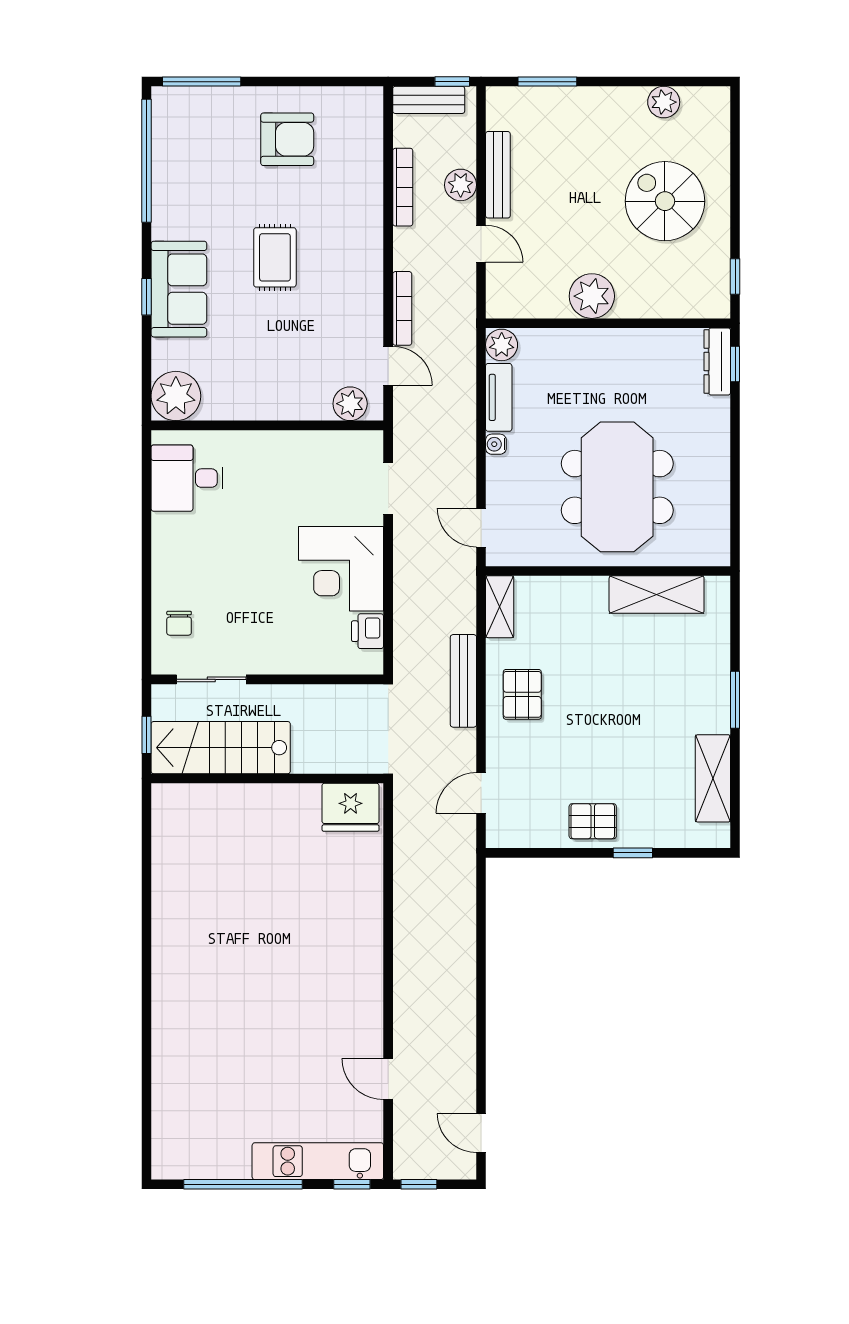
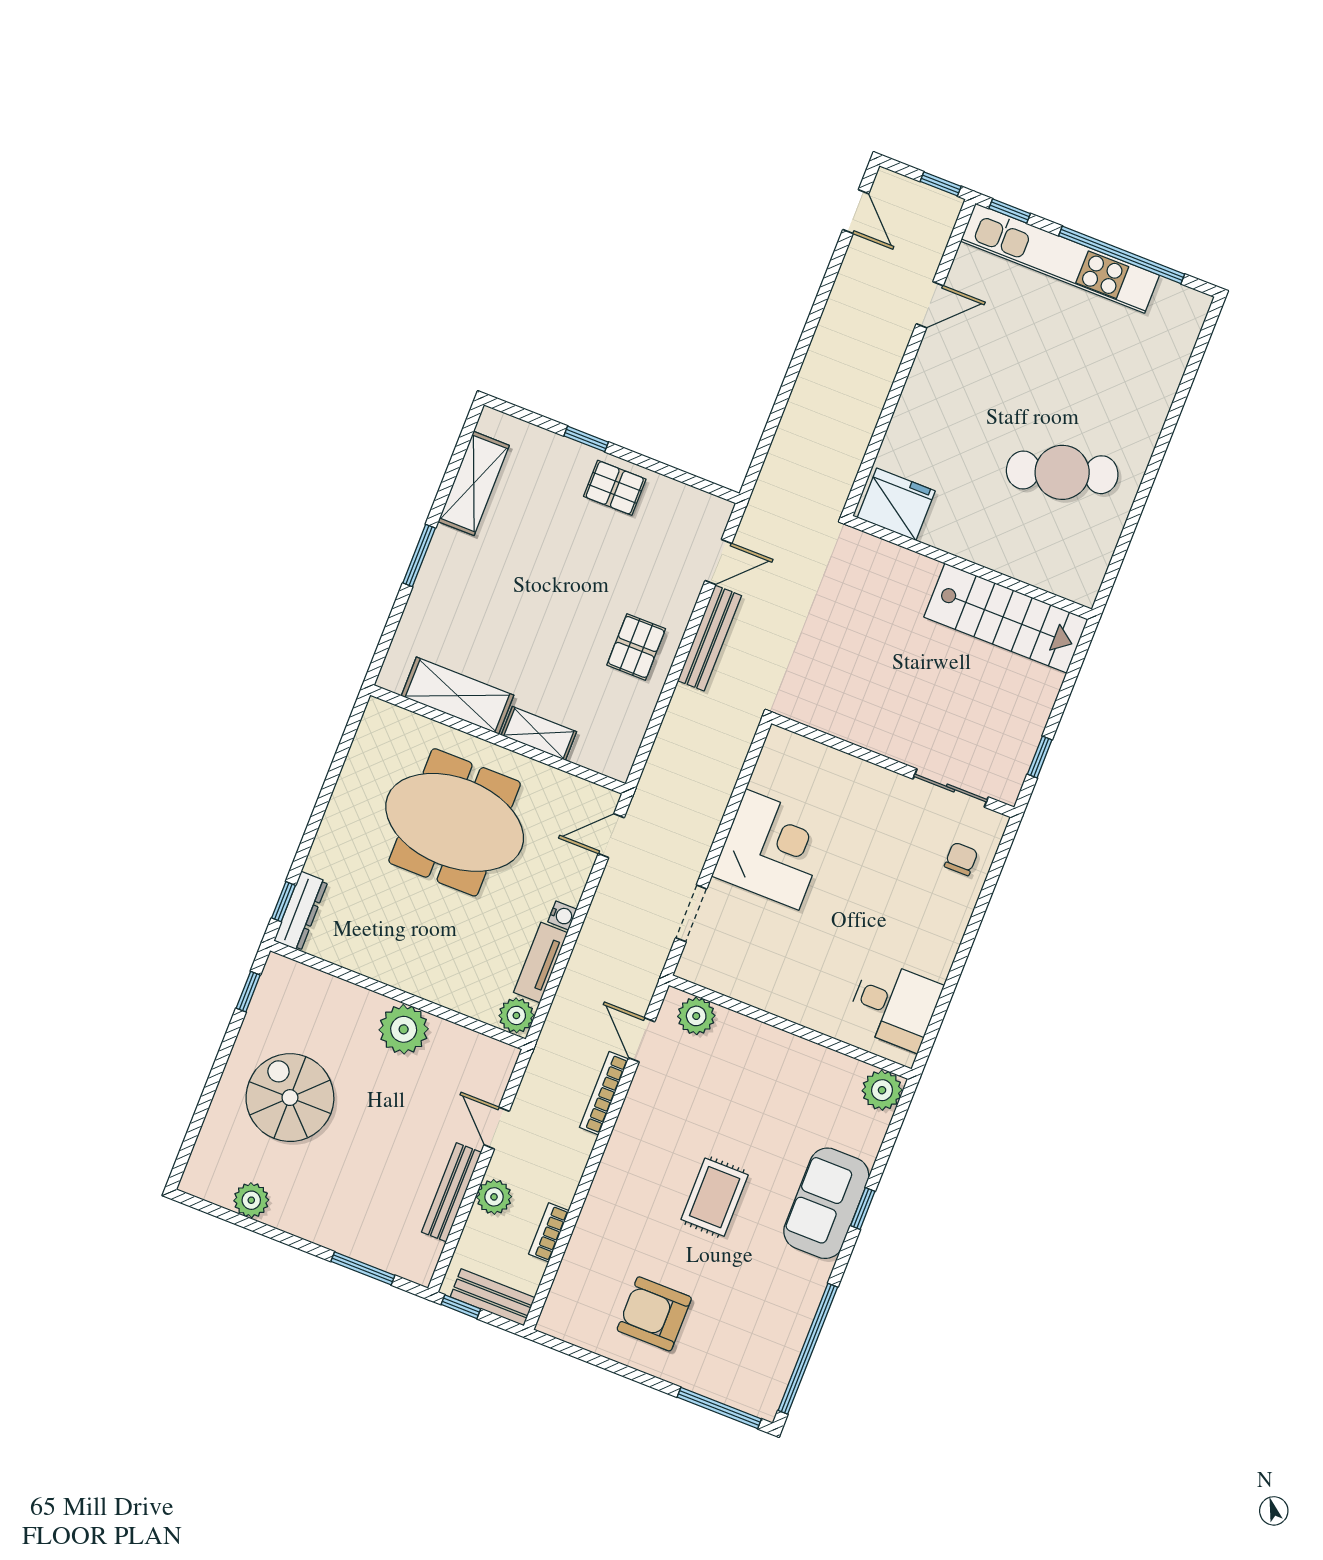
bookcase: (403, 187) -> (549, 1232), width x0.64
spiral stairs: (665, 201) -> (290, 1098), turned 180
plant: (176, 396) -> (882, 1090), width x0.73, depth x0.73
meeting table: (617, 487) -> (455, 822), turned 90
door: (481, 528) -> (611, 836), swing flipped
shelving: (500, 607) -> (539, 733), moved, turned 90
printer: (368, 631) -> (770, 775), removed
bench: (463, 681) -> (710, 638), moved
stairs: (221, 748) -> (1006, 618), moved
wall: (267, 779) -> (970, 567), moved
fridge: (351, 807) -> (896, 504), moved
cafe table: (221, 982) -> (1062, 472), added
door: (388, 1079) -> (930, 305), hinge flipped
kitchen unit: (318, 1161) -> (1060, 258), width x1.36

